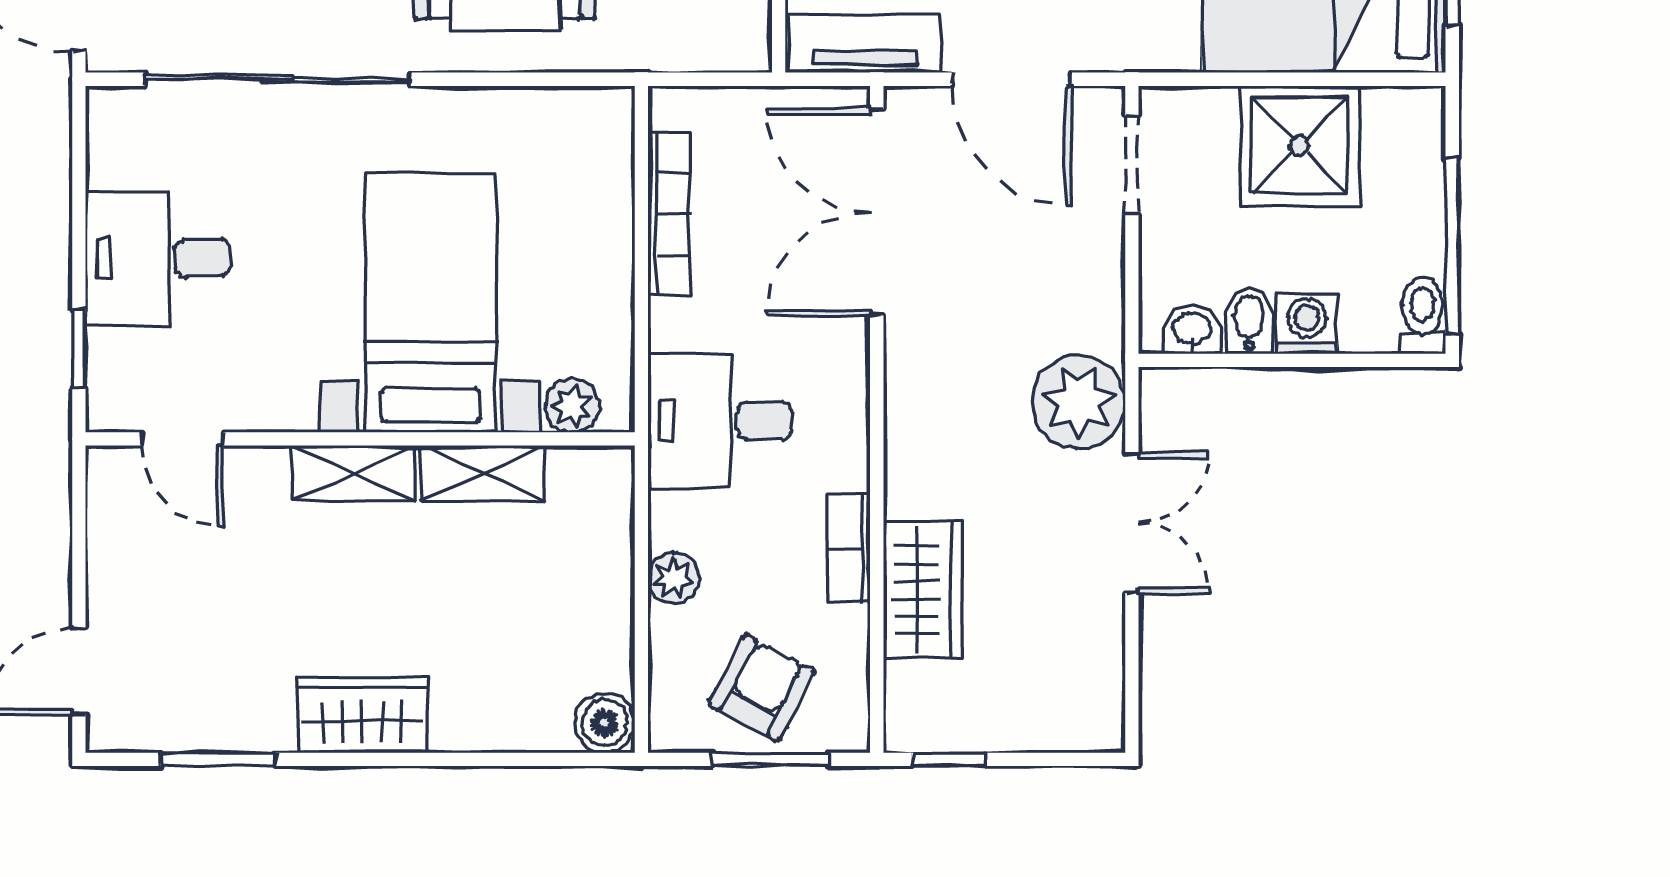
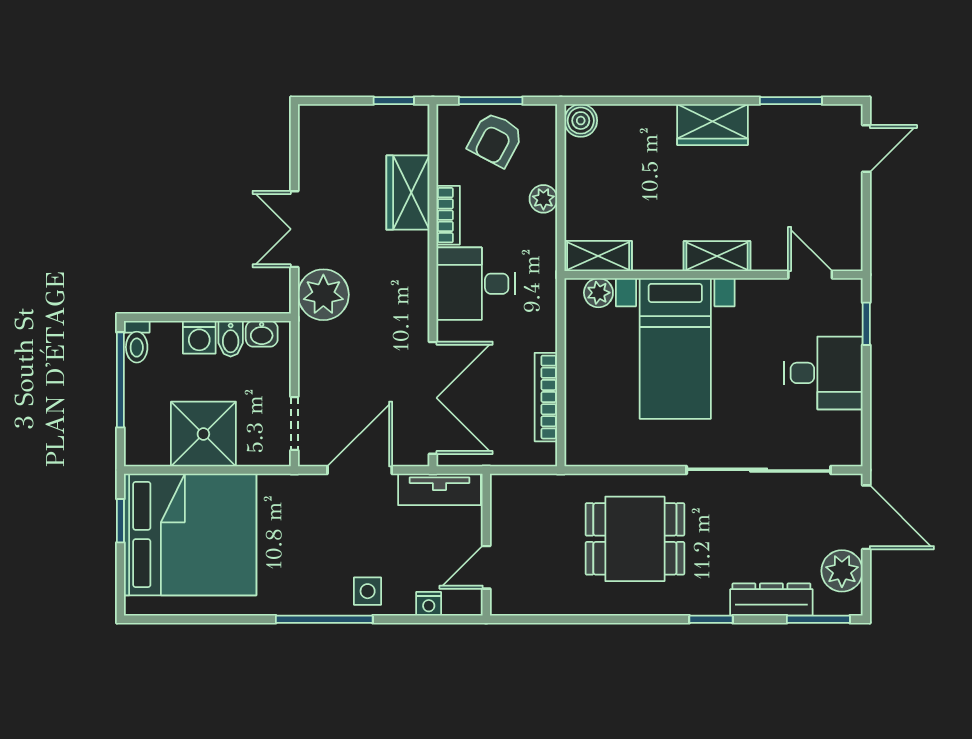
door: (1012, 79) -> (360, 470), hinge flipped
desk: (720, 420) -> (476, 284), moved, turned 180
shelving: (482, 473) -> (598, 256), moved

